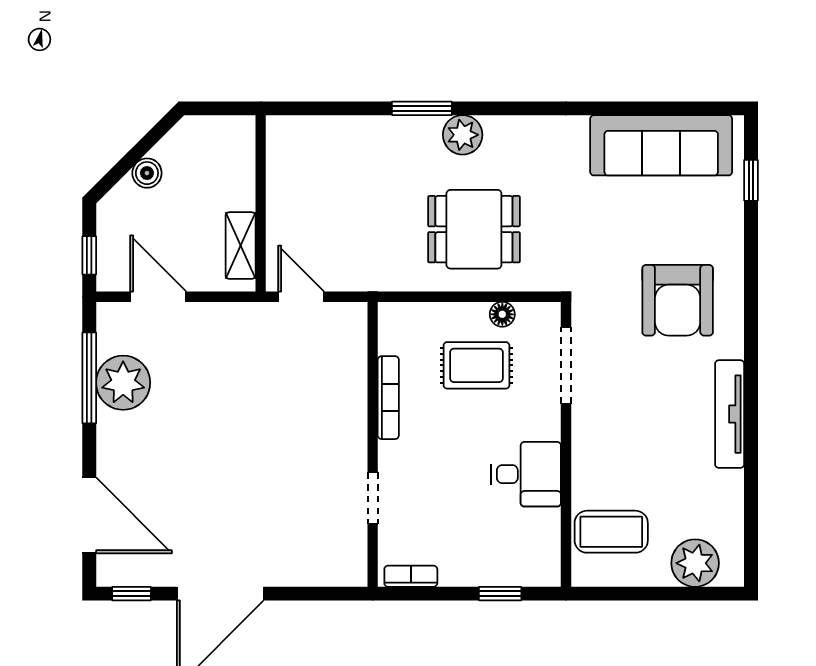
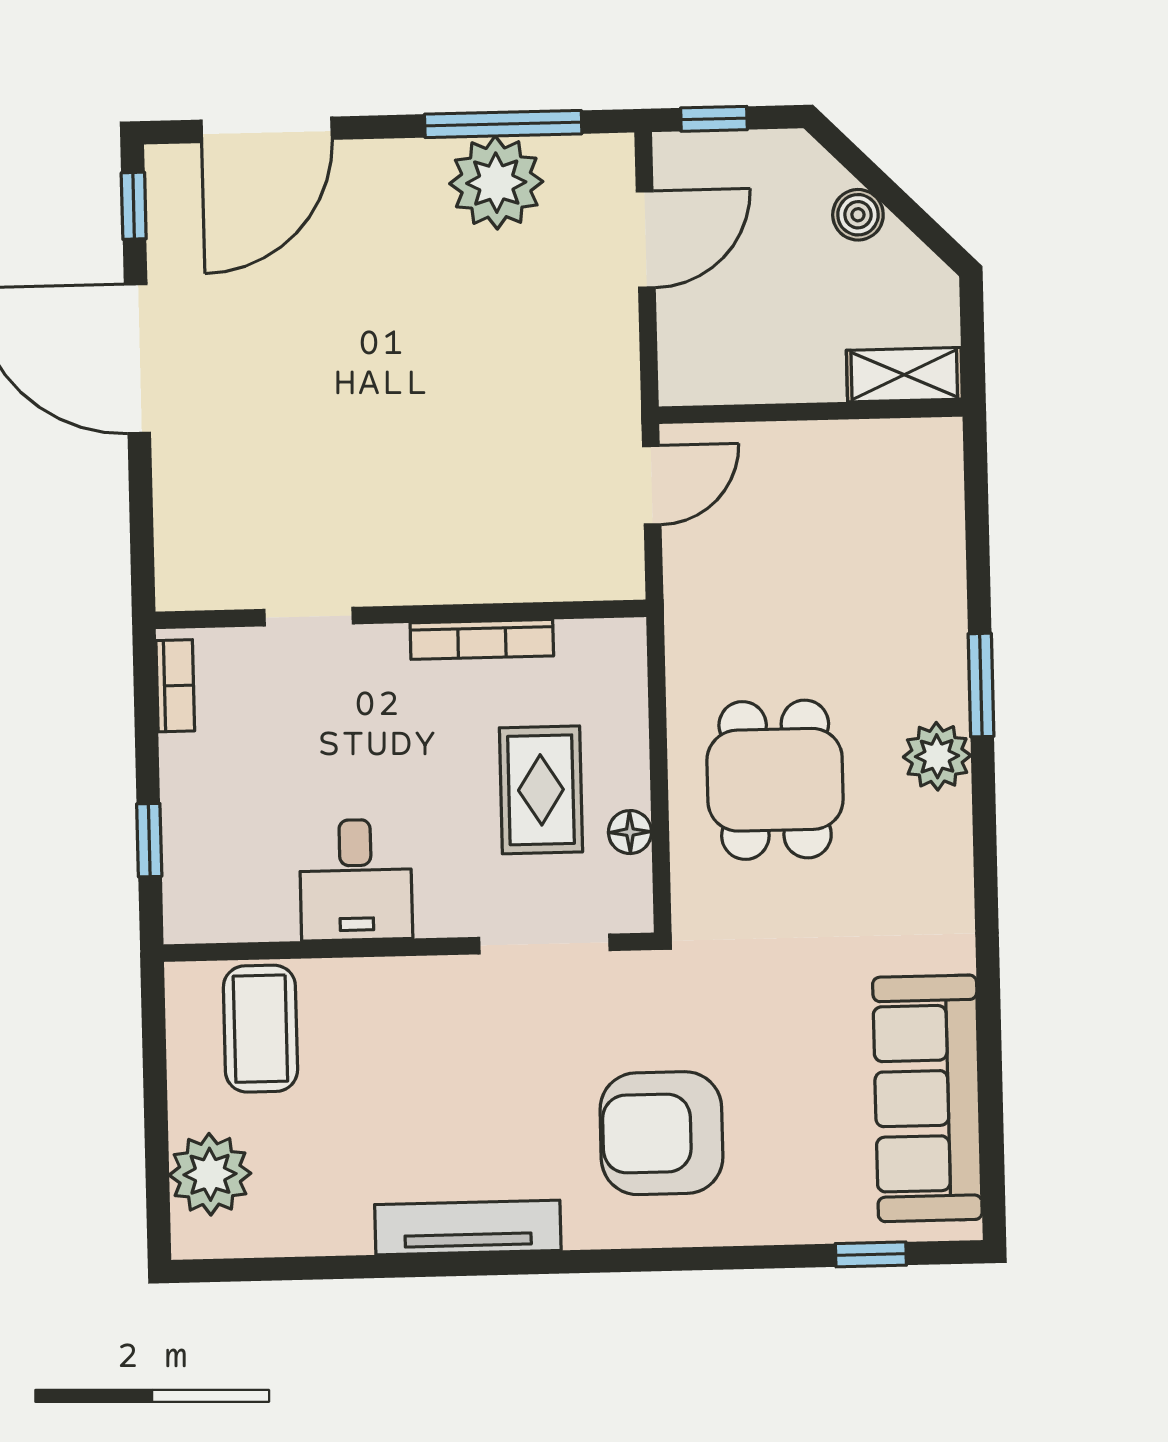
shelving: (241, 246) -> (904, 375), moved

